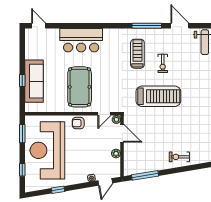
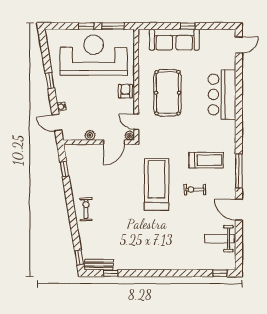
door: (180, 26) -> (239, 210), swing flipped
window: (22, 81) -> (188, 26), moved
pool table: (80, 87) -> (168, 93), turned 90
treadmill: (158, 96) -> (157, 184), turned 180
window: (22, 170) -> (86, 26), moved
window: (145, 175) -> (64, 169), width x0.46
window: (58, 190) -> (50, 81), moved

